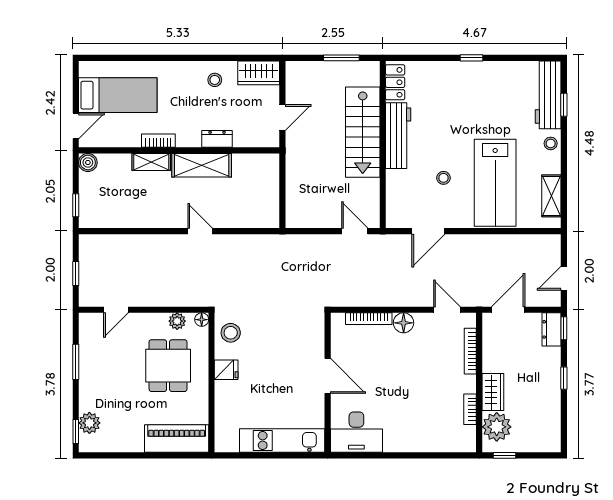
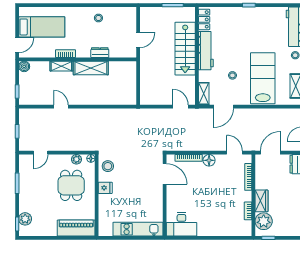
wardrobe: (259, 73) -> (124, 14), removed
lab bench: (495, 183) -> (263, 78), turned 180
shelving: (394, 209) -> (204, 94), added
door: (200, 231) -> (61, 107), moved
door: (328, 376) -> (165, 174), moved

